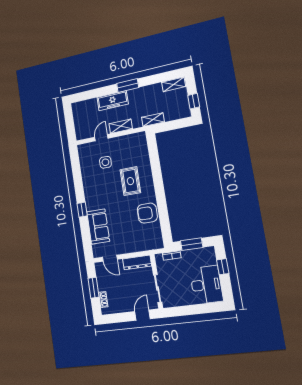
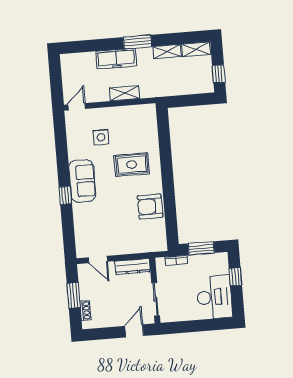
shelving: (153, 120) -> (167, 51), moved
door: (101, 138) -> (77, 107), moved
rug: (130, 181) -> (132, 165), turned 90
sofa: (98, 227) -> (82, 181), moved

